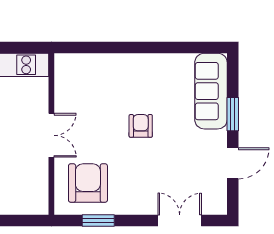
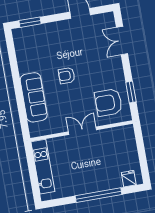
sofa: (211, 91) -> (34, 97), moved, turned -90
window: (233, 114) -> (30, 22), moved

